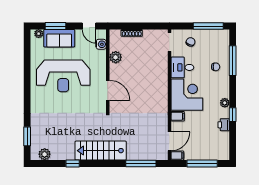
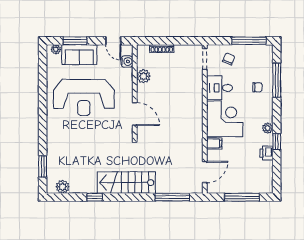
filing cabinet: (177, 155) -> (214, 188), removed

